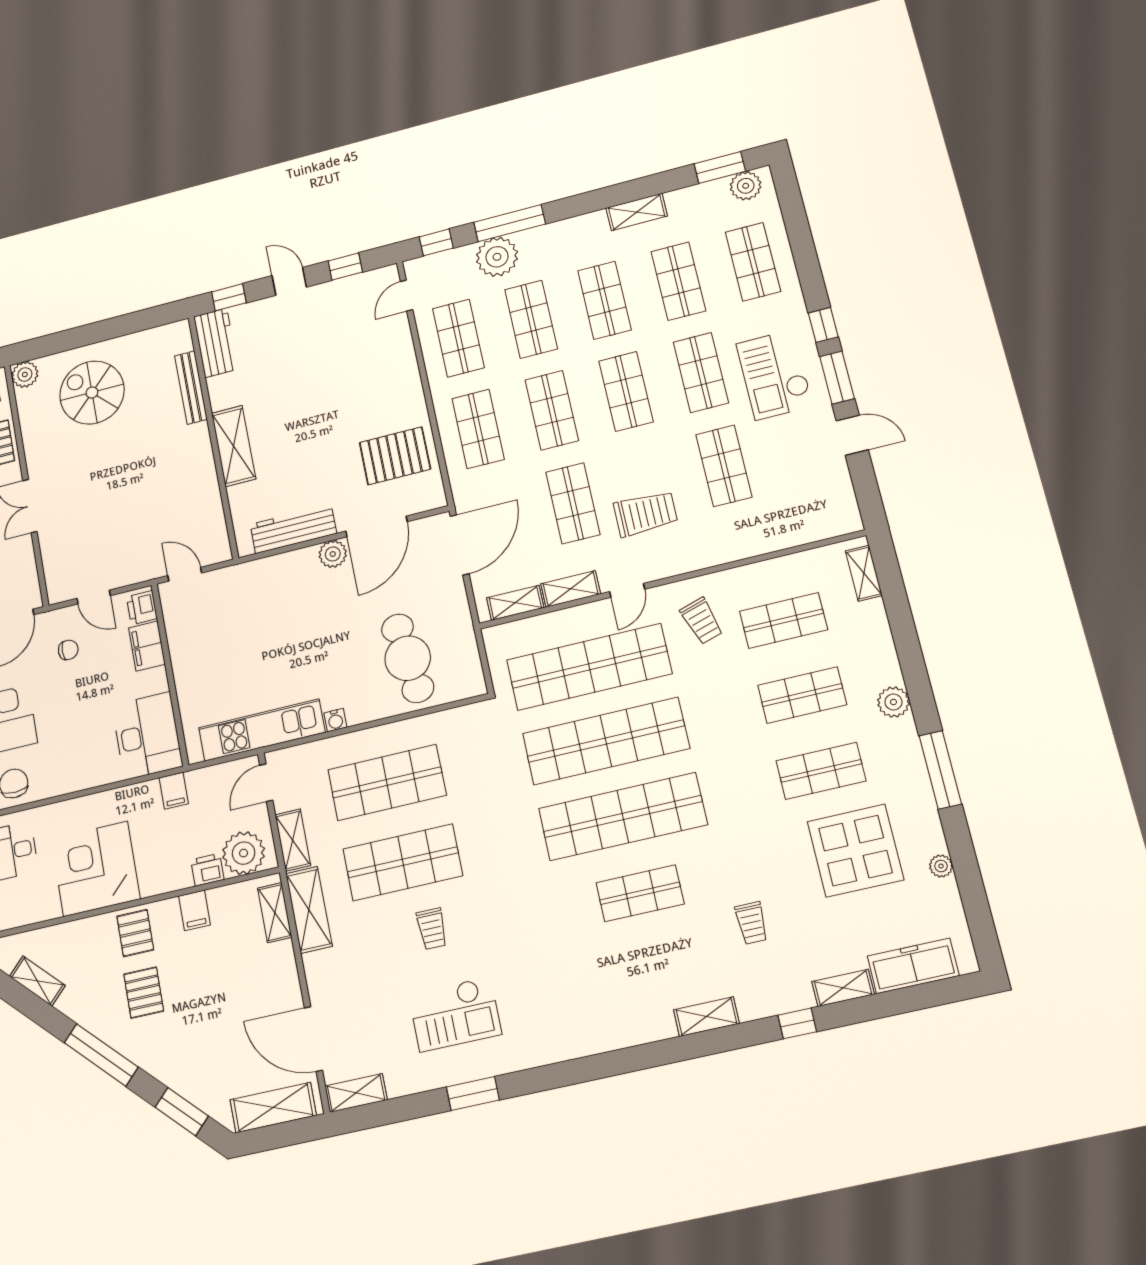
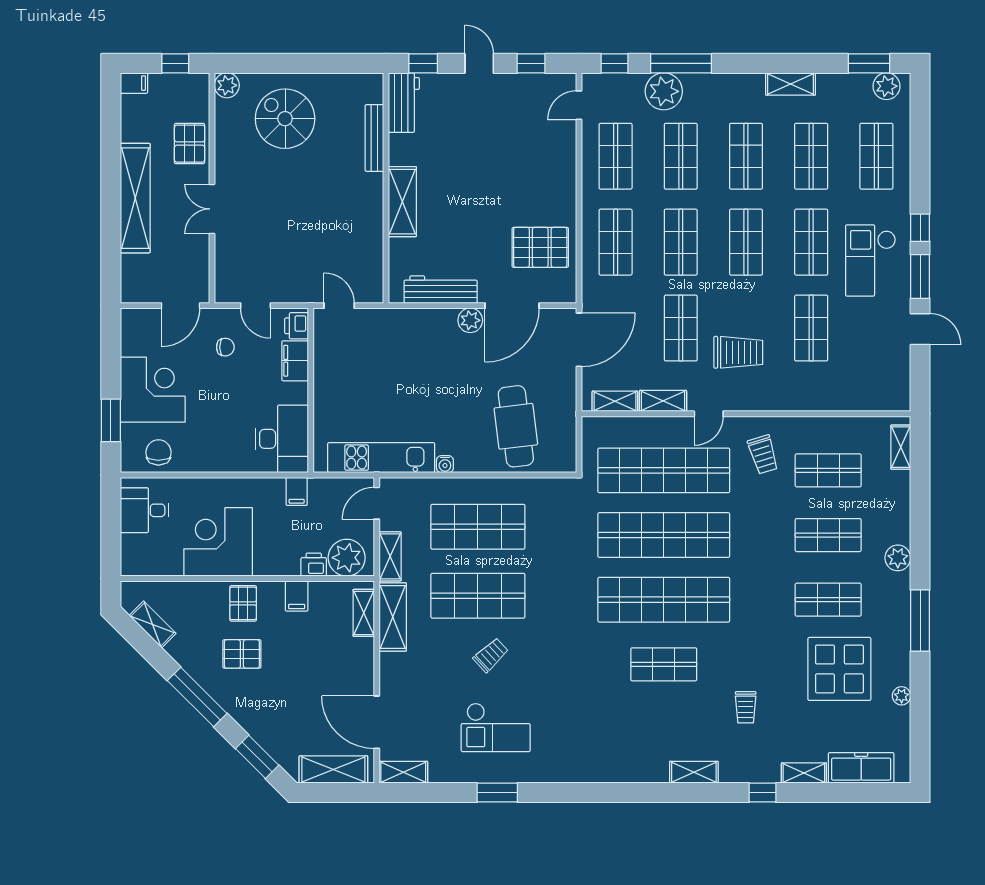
trolley: (432, 929) -> (491, 655), turned -133
pallet: (144, 993) -> (242, 654), turned 90

